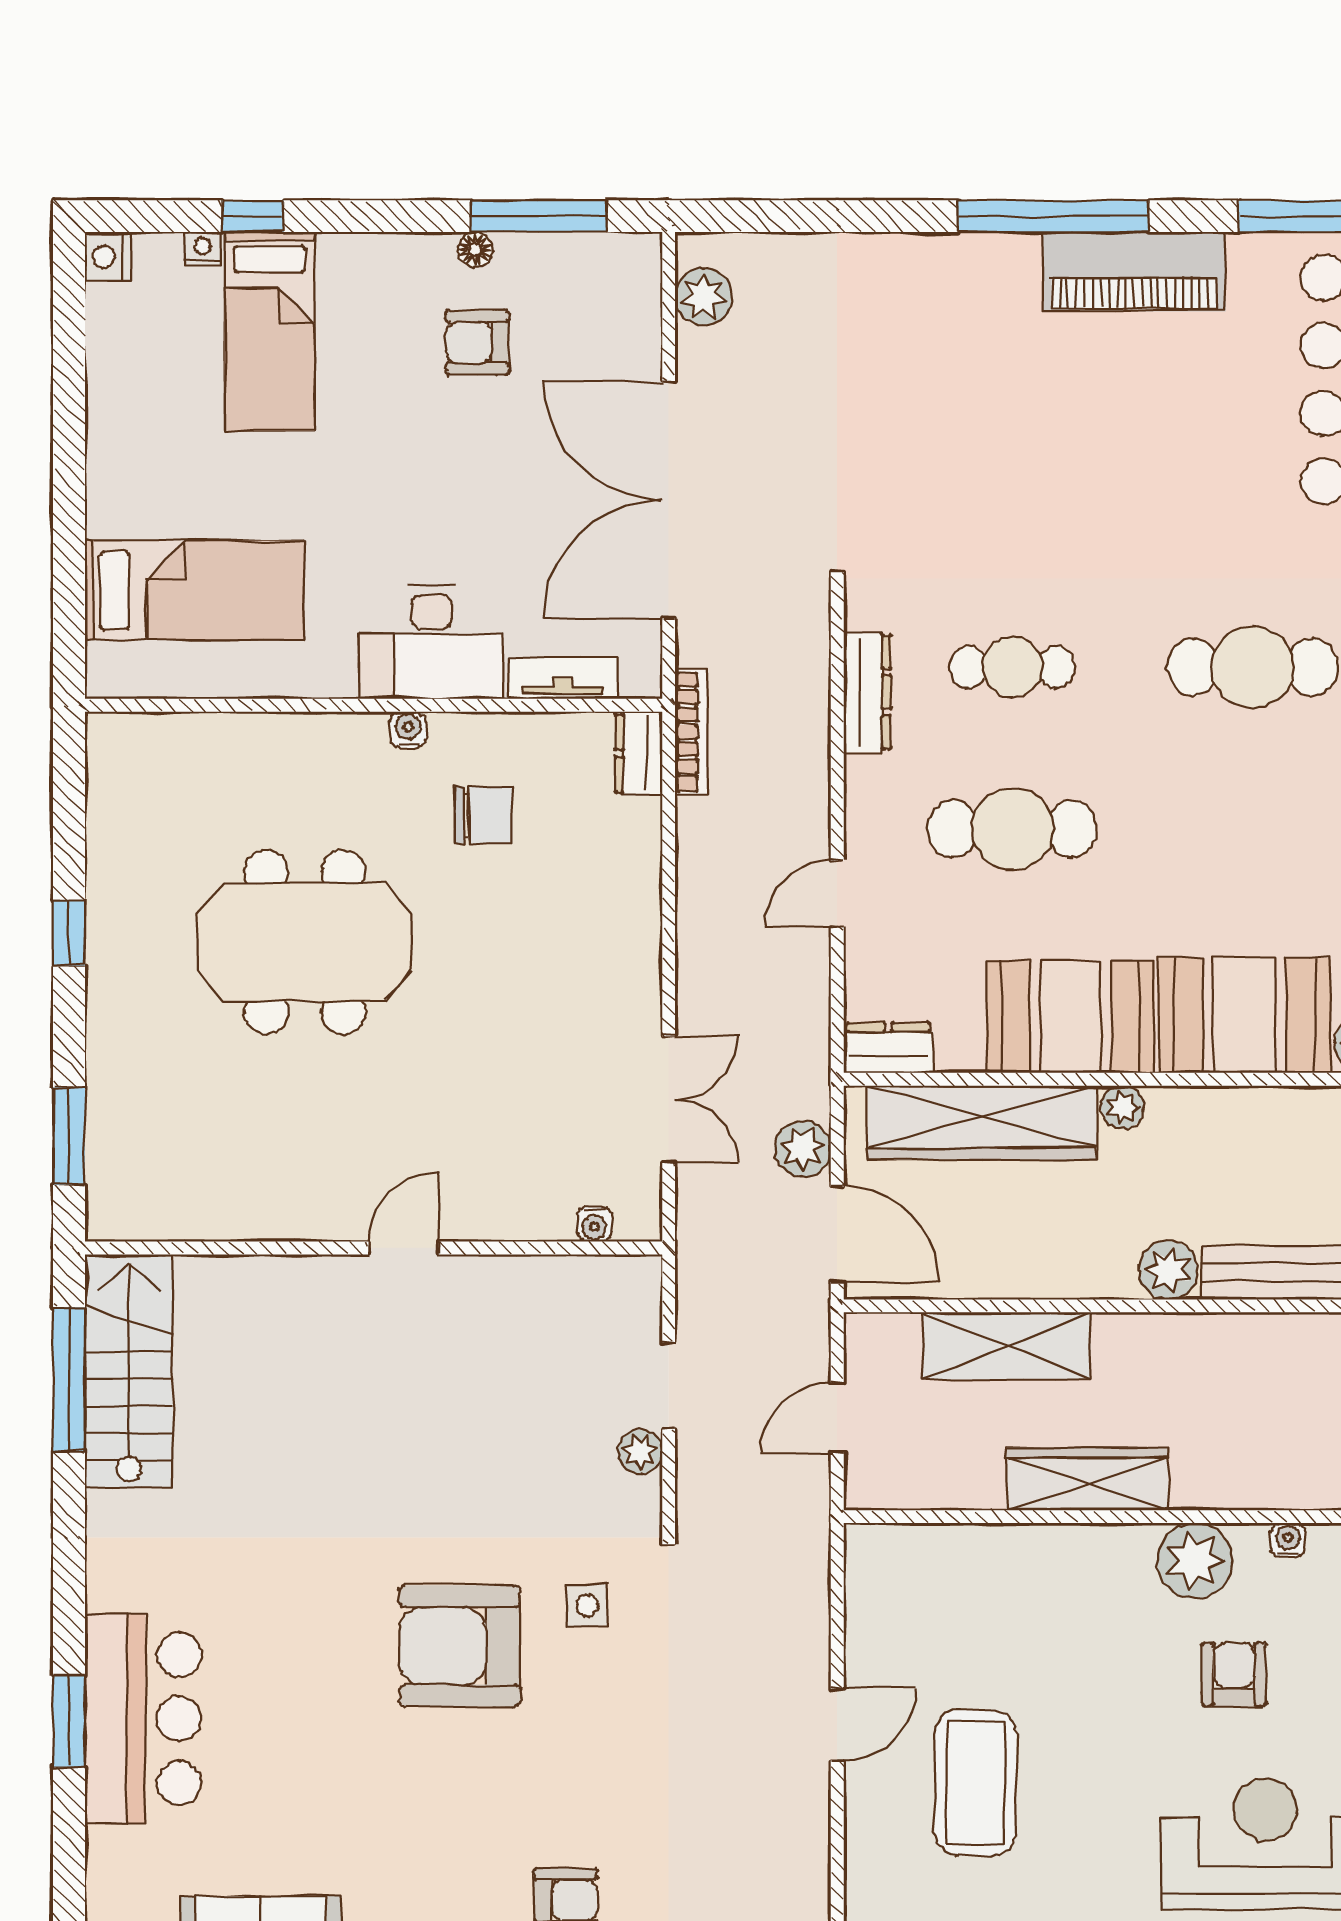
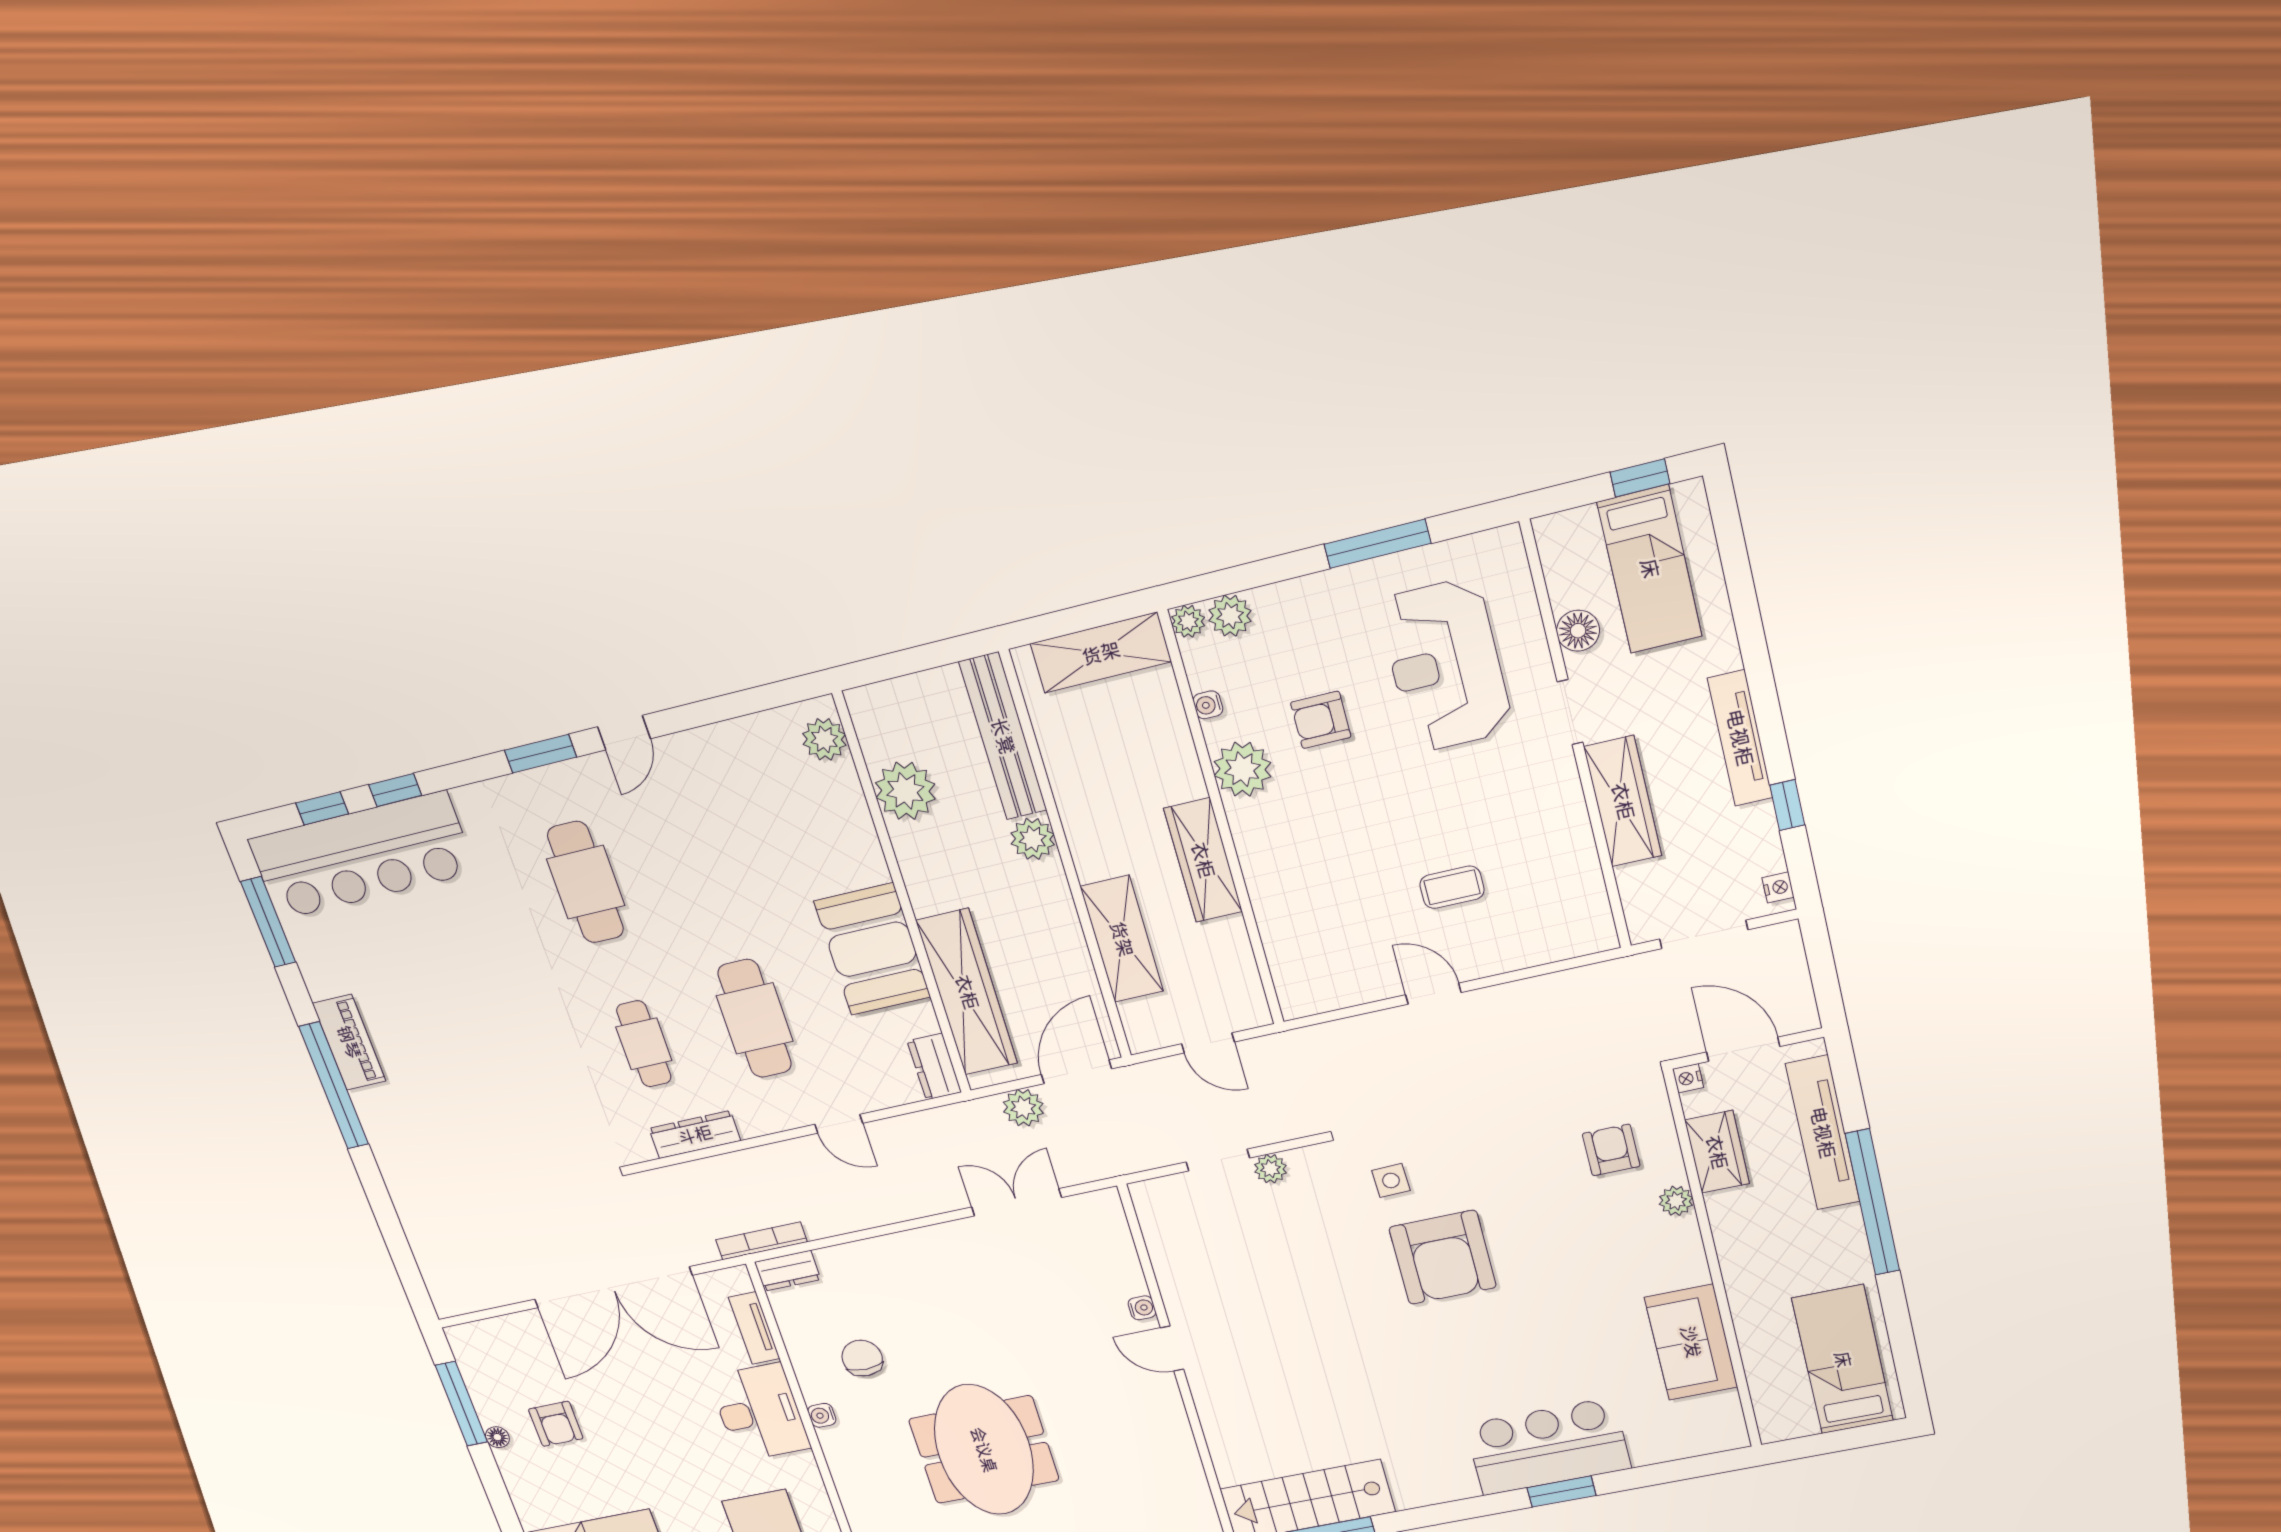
piano: (1134, 272) -> (349, 1042), width x0.73, depth x0.75
plant: (703, 296) -> (473, 1294), removed
booth: (1245, 1015) -> (832, 829), removed
plant: (1122, 1107) -> (905, 791), moved, width x1.87, depth x1.87
water cooler: (594, 1224) -> (1142, 1308), moved
coffee table: (976, 1783) -> (1452, 887), width x0.54, depth x0.58

